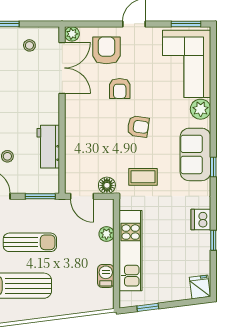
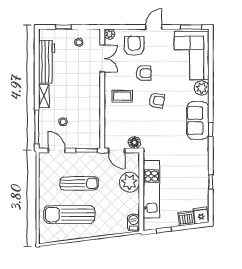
double door: (62, 68) -> (102, 58), width x0.73
armchair: (120, 88) -> (144, 73), turned -90
workbench: (48, 147) -> (92, 115), removed
coffee table: (143, 177) -> (122, 96), moved
dishwasher: (201, 219) -> (186, 218), moved, turned 83
plant: (106, 234) -> (129, 182), width x1.88, depth x1.88
barbecue: (106, 276) -> (134, 223), moved

